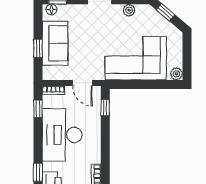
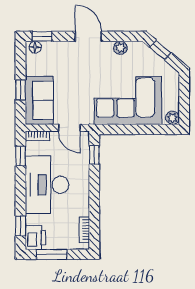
sofa: (55, 43) -> (39, 100), moved

